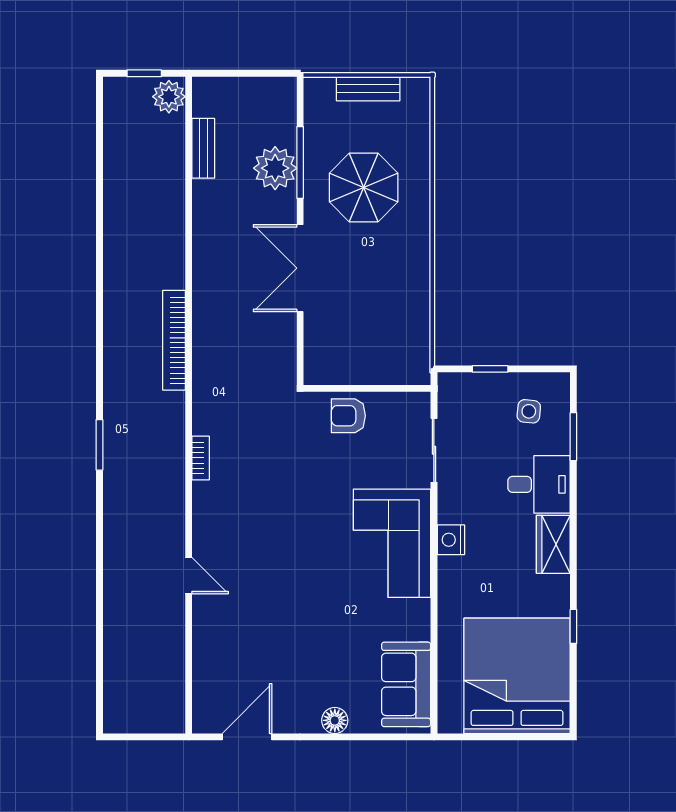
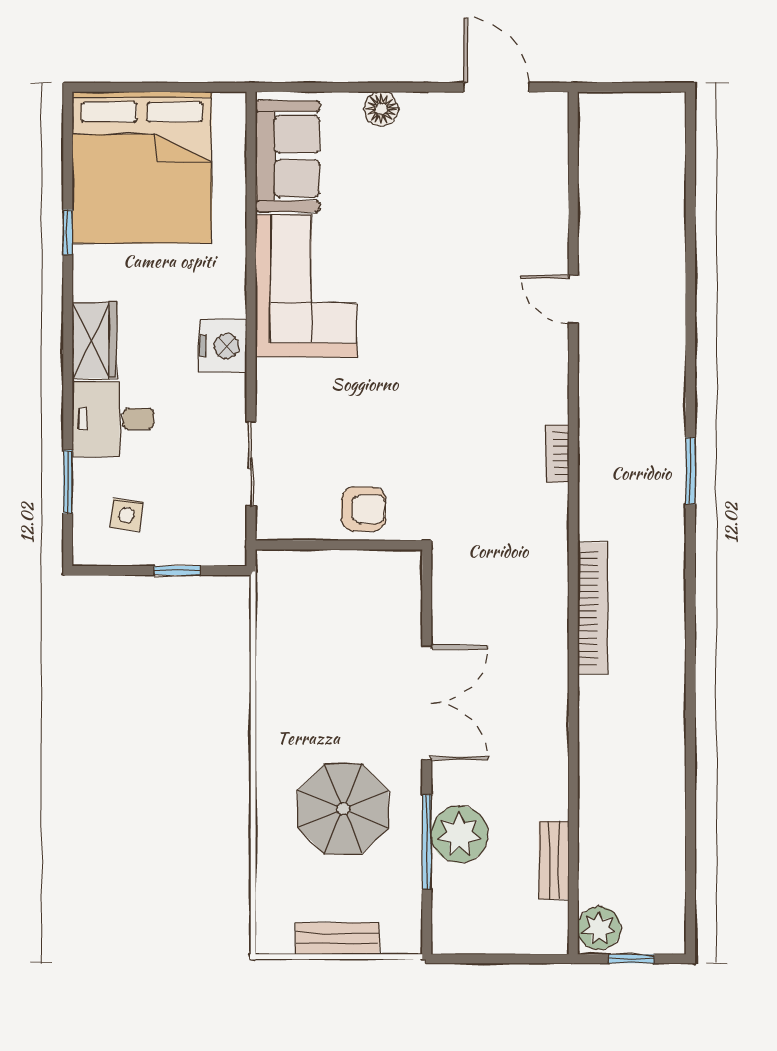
nightstand: (451, 540) -> (223, 346), width x1.36, depth x1.33
corner sofa: (392, 543) -> (306, 286), moved
door: (247, 737) -> (496, 87), swing flipped

